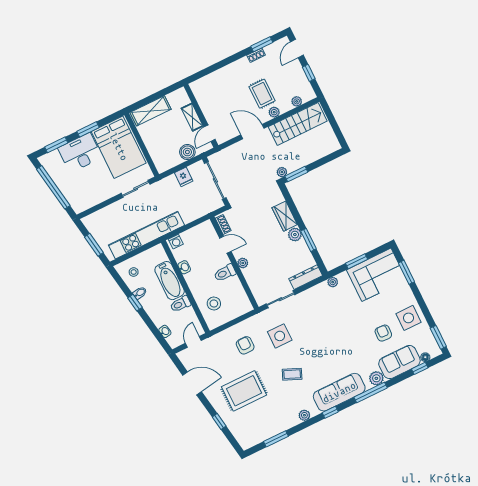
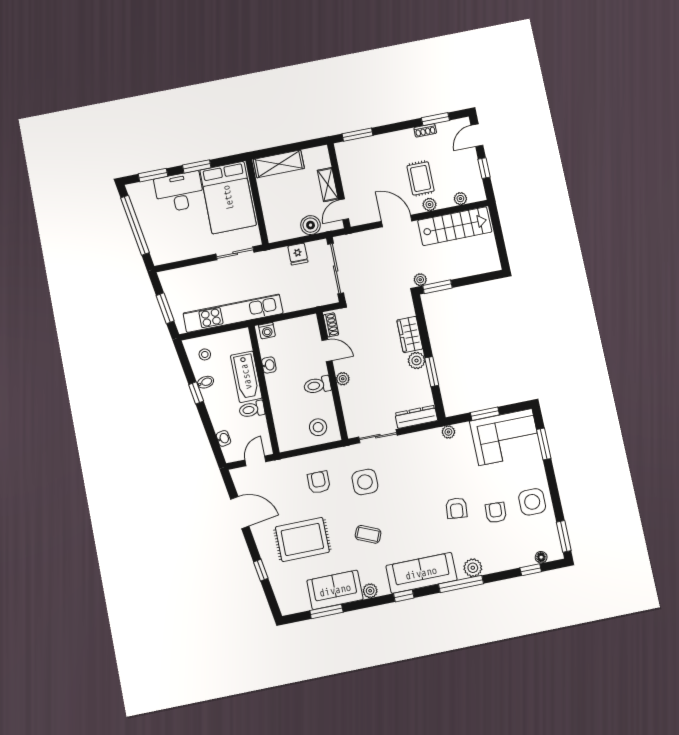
window: (205, 72) -> (358, 135), added
stool: (214, 304) -> (318, 427), moved
armchair: (353, 337) -> (456, 508), added
sofa: (399, 362) -> (335, 590), moved

